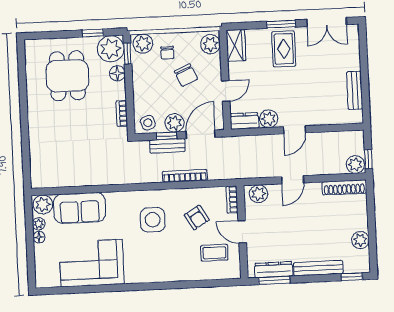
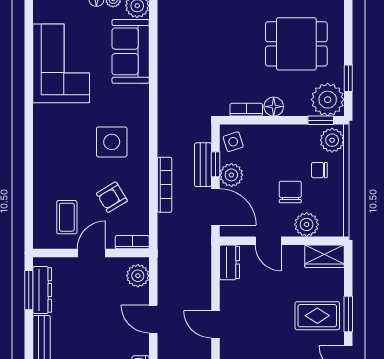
plant: (210, 44) -> (307, 224), moved
floor lamp: (117, 73) -> (274, 107), moved
chair: (186, 75) -> (290, 192), turned 114
plant: (269, 119) -> (231, 293), removed

